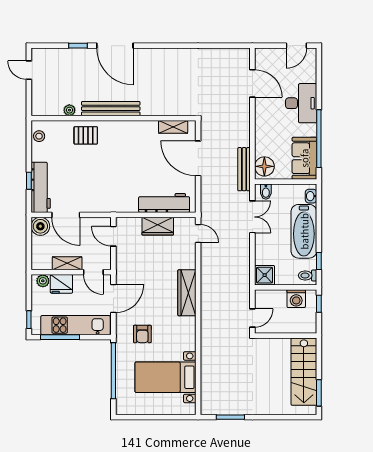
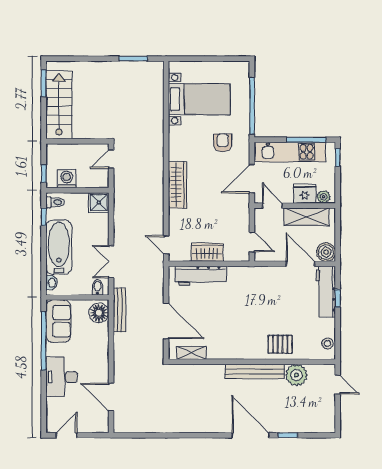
door: (29, 70) -> (338, 385), moved
plant: (69, 110) -> (297, 375), width x1.87, depth x1.87
shelving: (67, 263) -> (306, 217), width x1.50, depth x1.33

